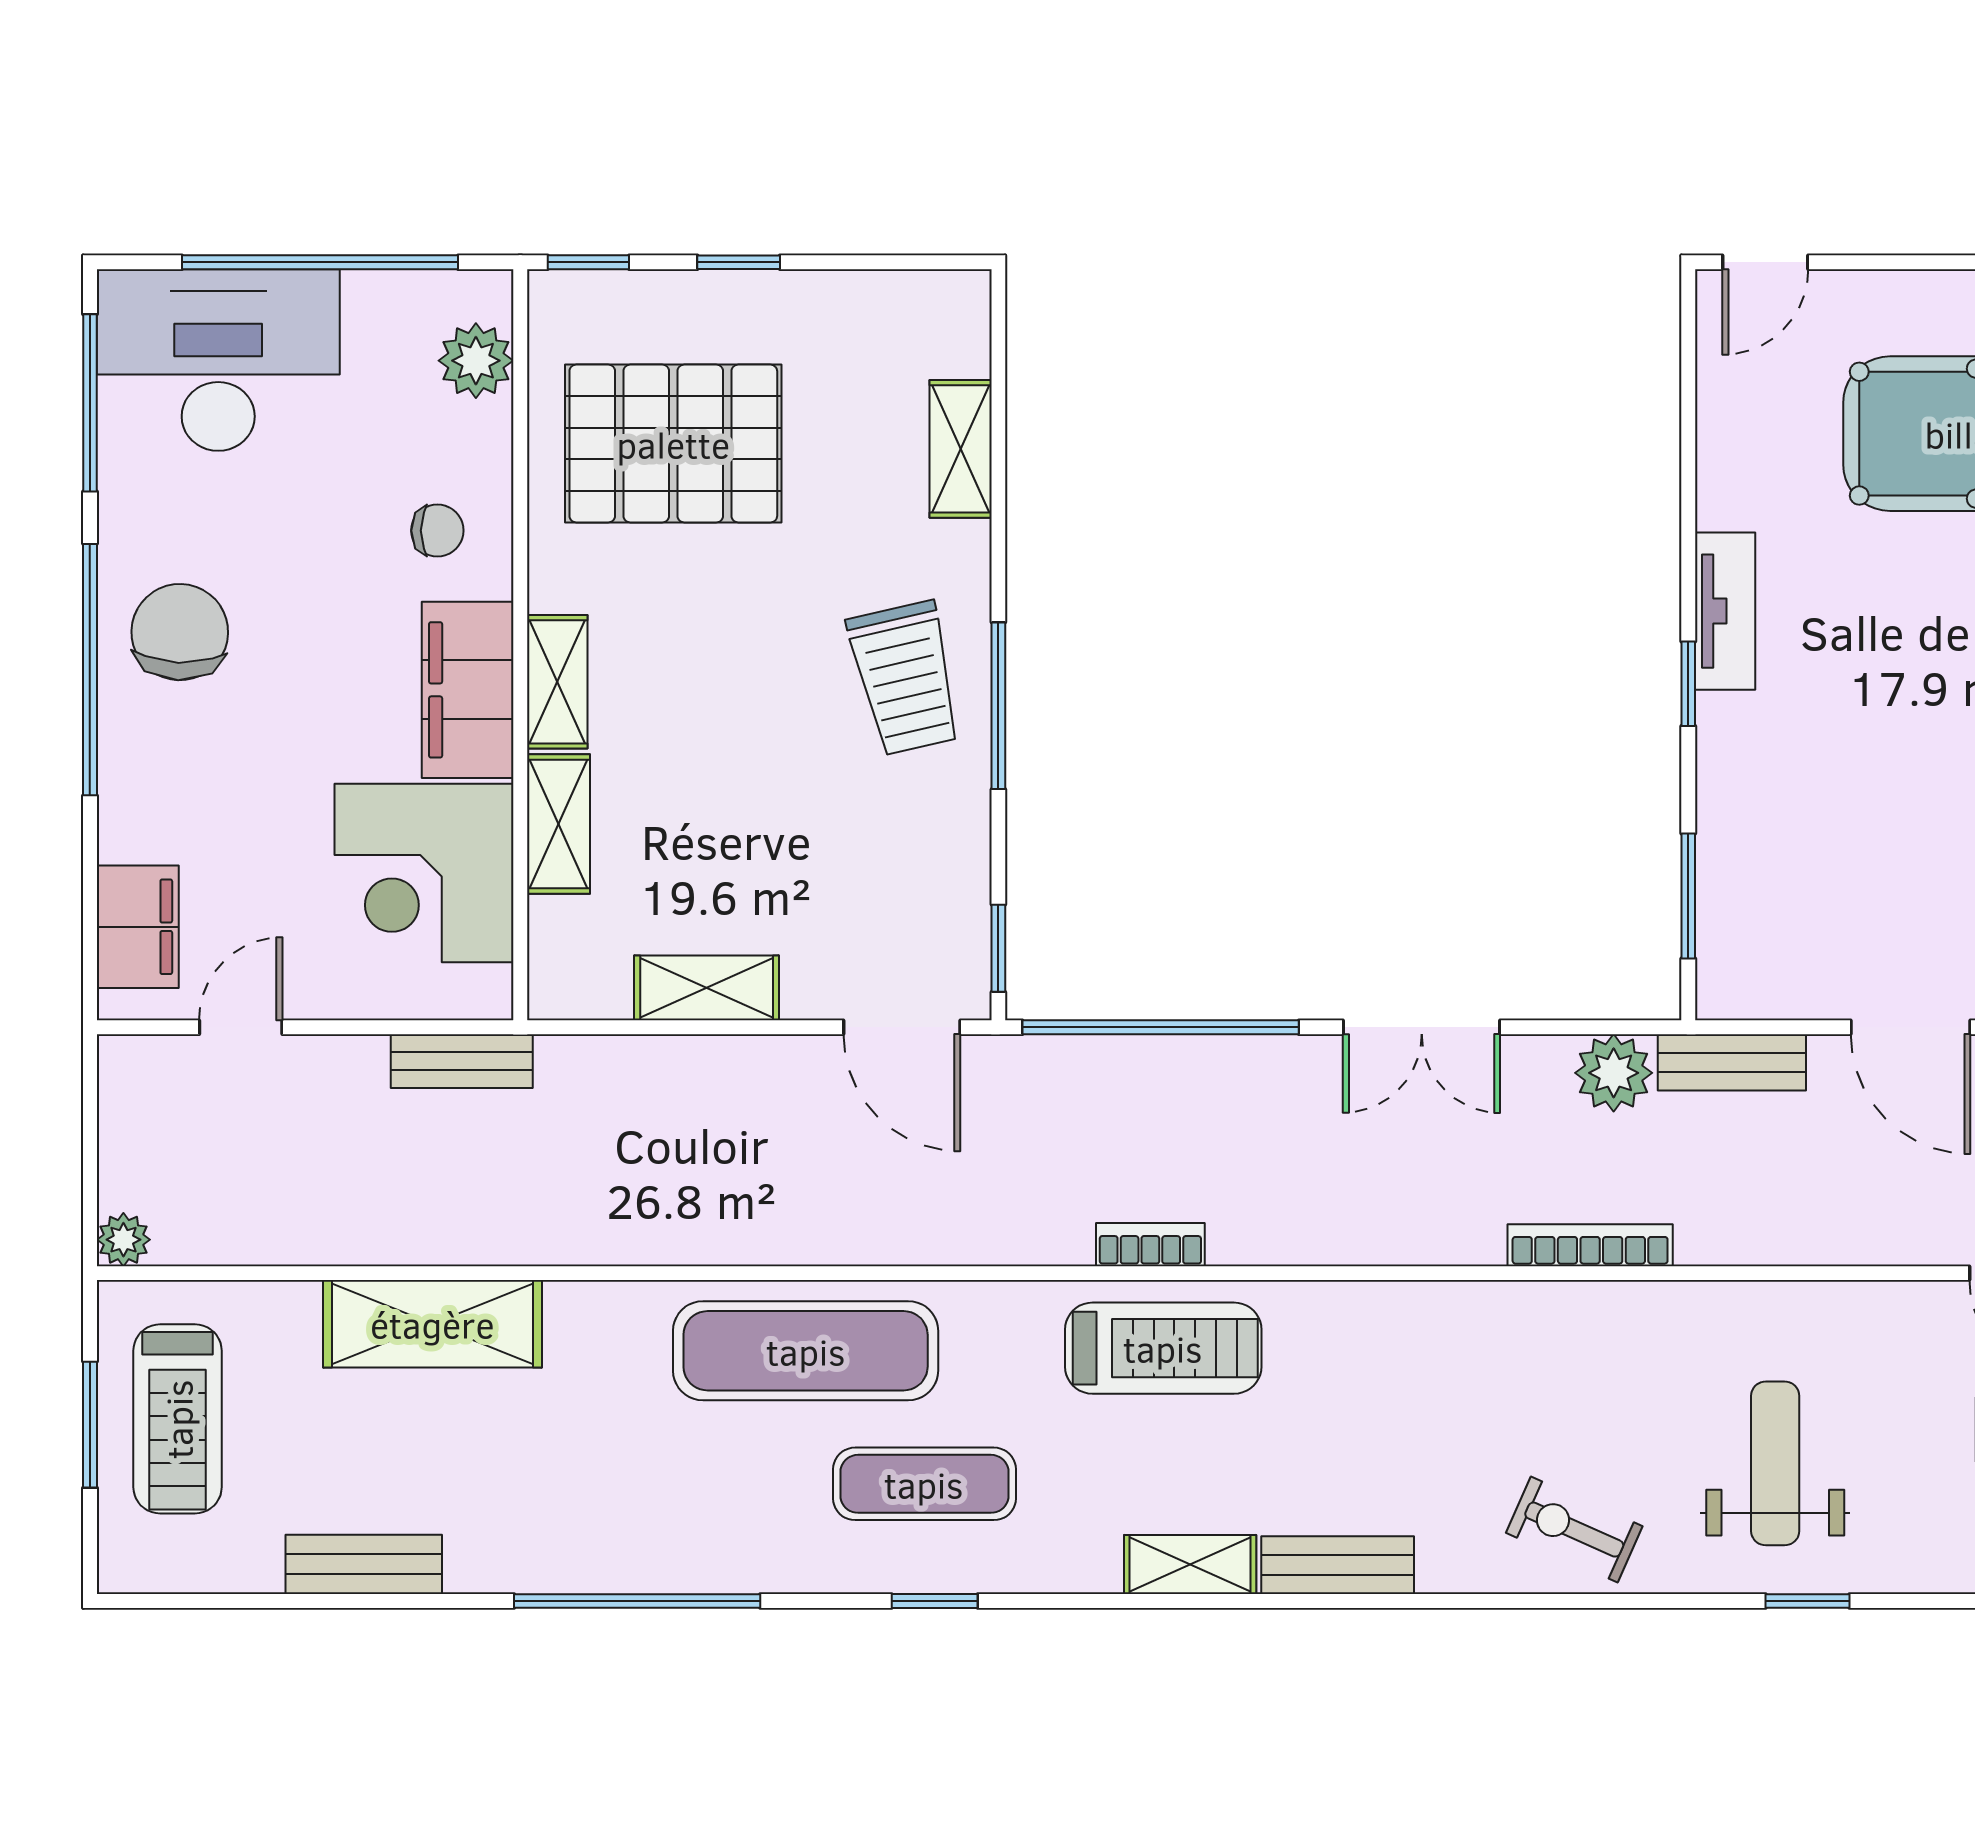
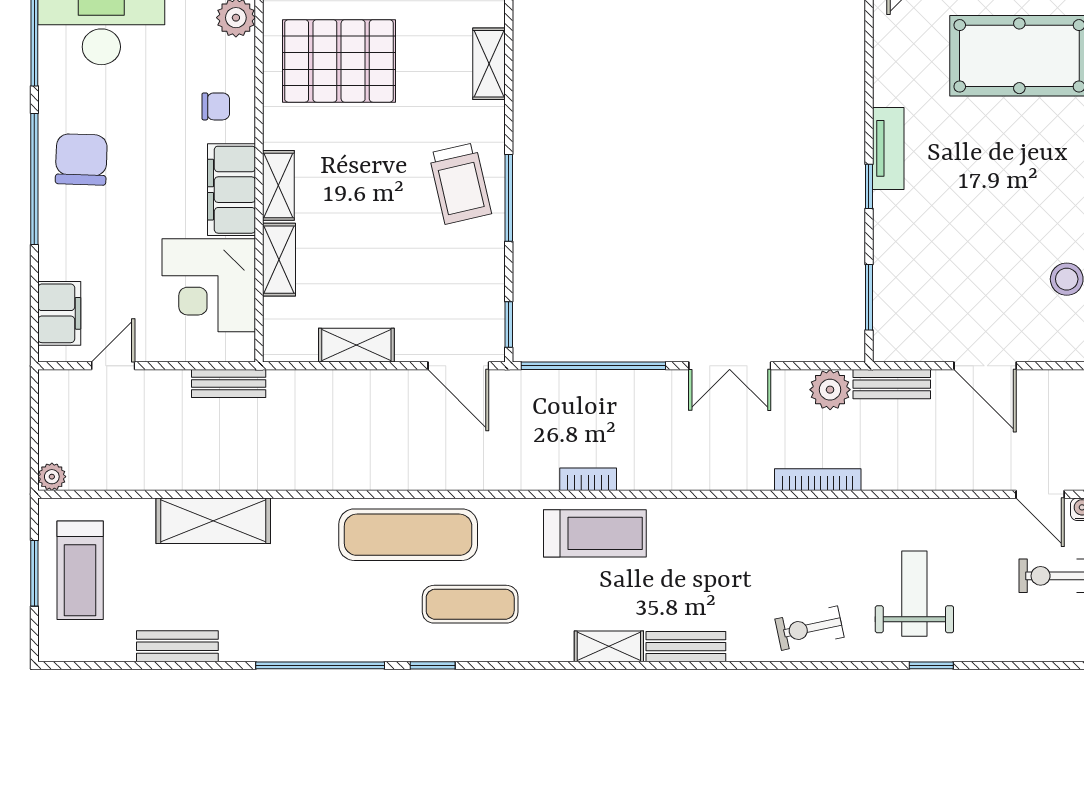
exercise bike: (1574, 1530) -> (809, 628), turned -36
window: (935, 1601) -> (433, 665), moved

